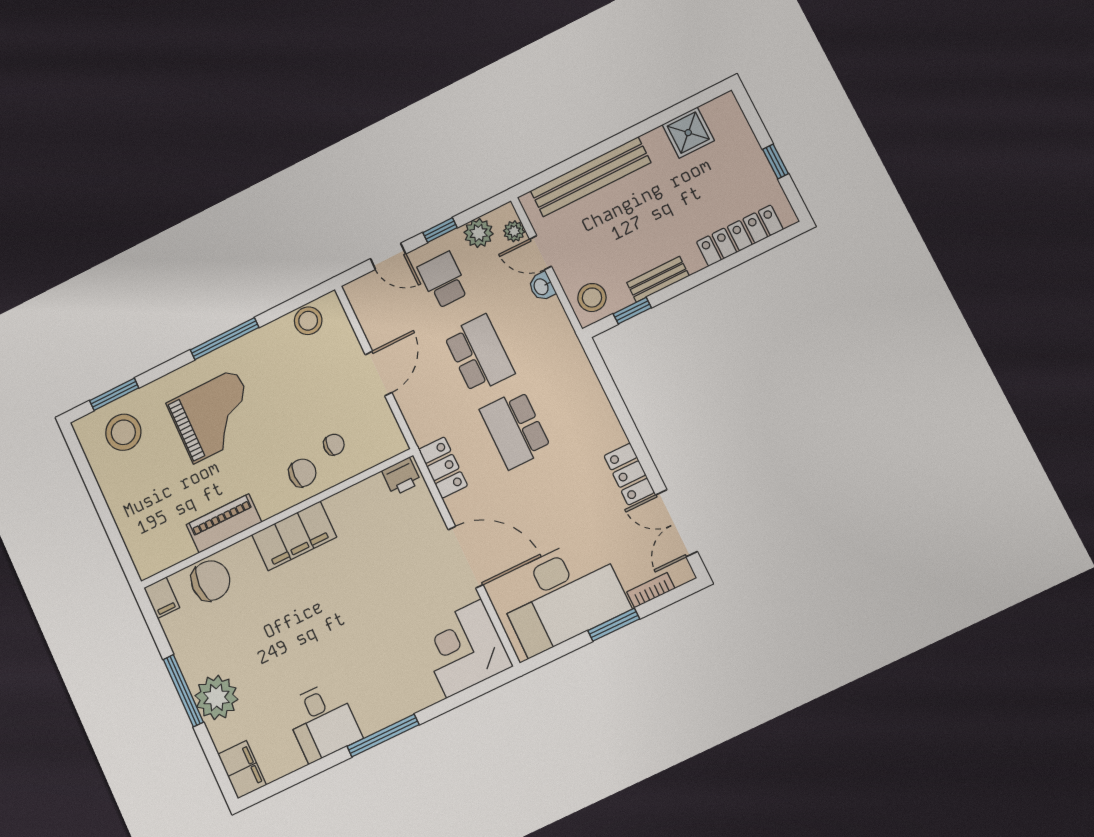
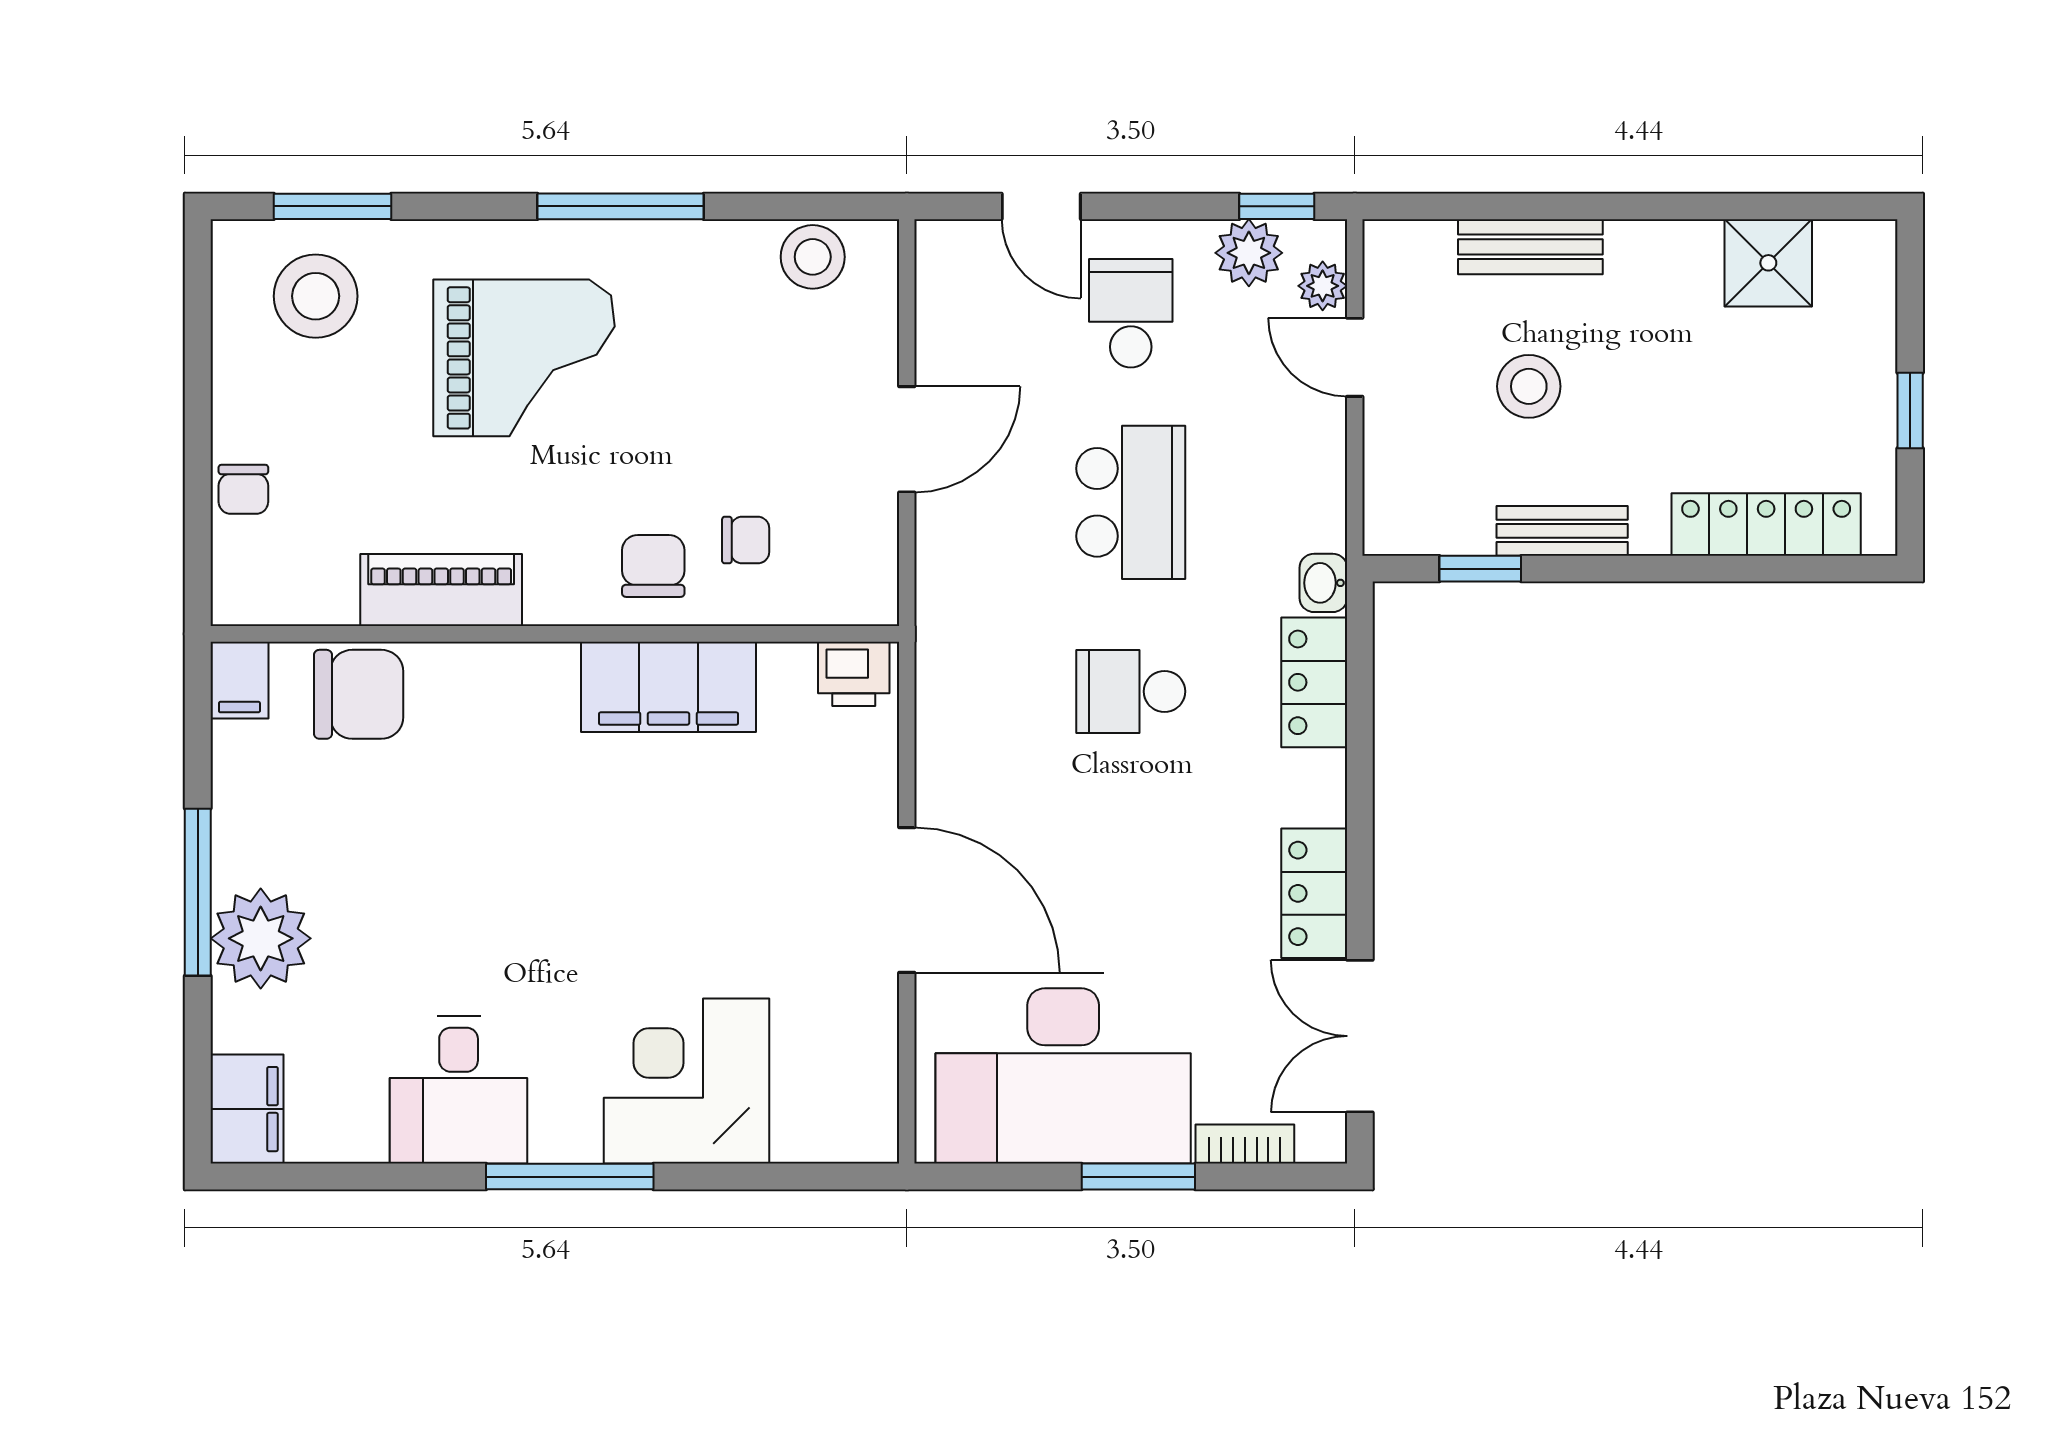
bench: (591, 177) -> (1530, 247), width x0.54, depth x0.82
window: (440, 230) -> (1277, 206), moved
washbasin: (542, 287) -> (1323, 583), moved
stool: (592, 298) -> (1529, 386), moved
school desk: (515, 429) -> (1131, 691), width x0.54
locker: (443, 468) -> (1314, 682), moved, turned 180
chair: (302, 473) -> (653, 566), turned -90
chair: (129, 522) -> (243, 489), added
filing cabinet: (294, 536) -> (668, 687), moved
corner desk: (464, 648) -> (687, 1081), moved

